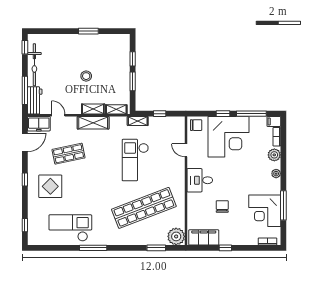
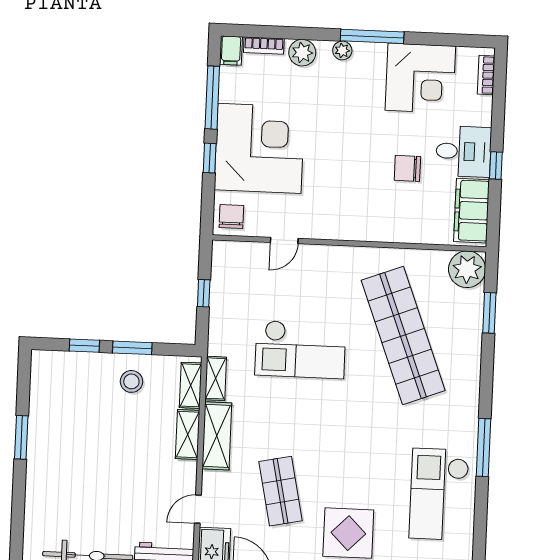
stool: (86, 76) -> (131, 381), moved
shelving: (138, 121) -> (216, 378), moved
desk: (200, 180) -> (464, 151), moved, turned -90
window: (283, 205) -> (372, 36), moved

